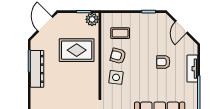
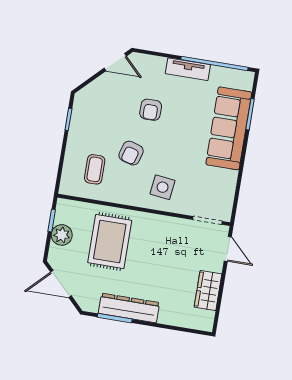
plant: (92, 19) -> (62, 235), moved
door: (181, 27) -> (115, 62), moved
armchair: (118, 56) -> (131, 153), moved
tv unit: (192, 69) -> (188, 69), moved

